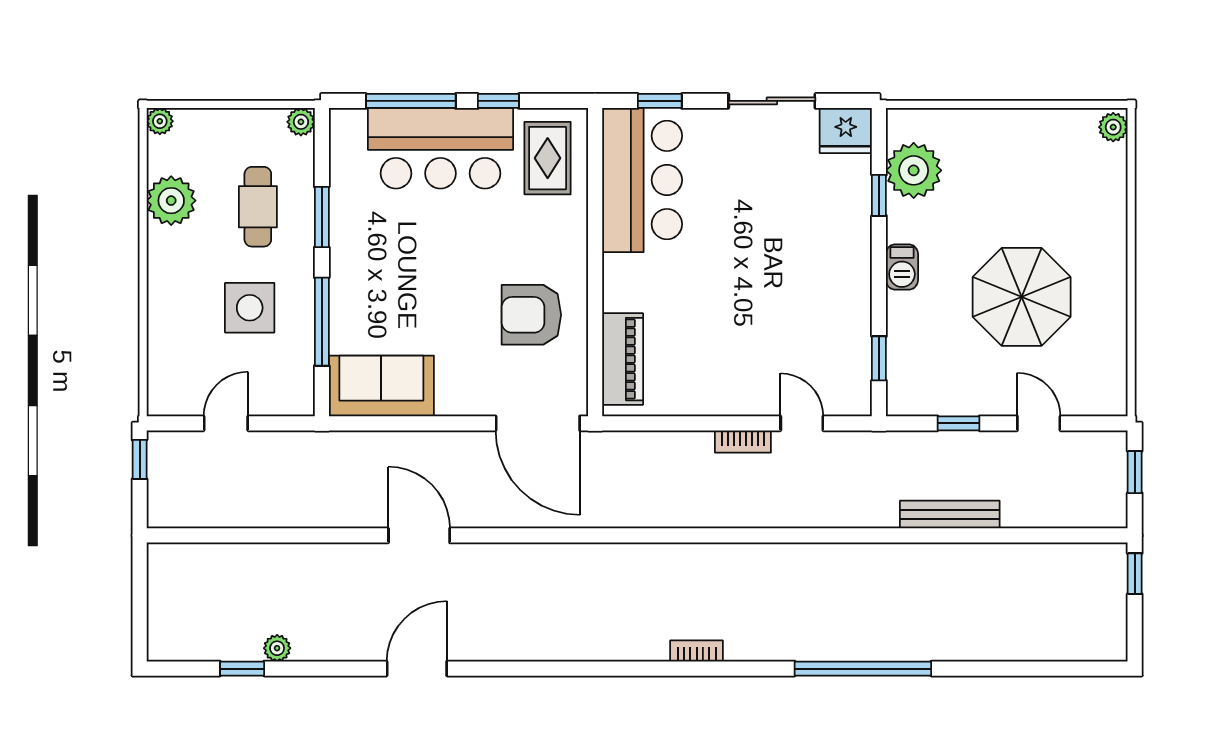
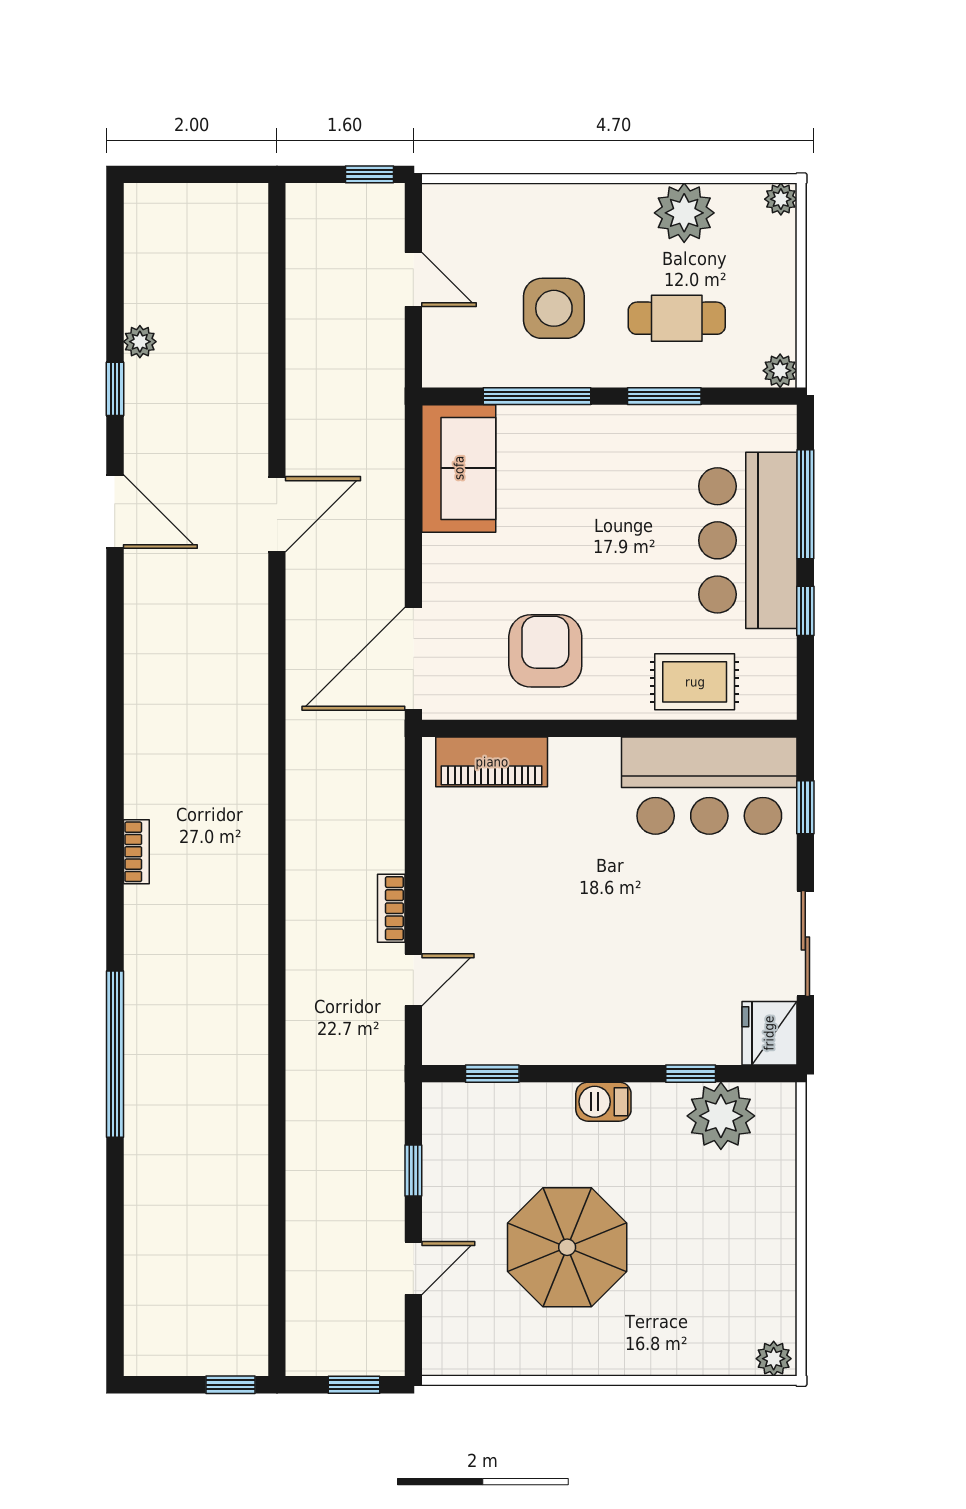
rug: (548, 158) -> (695, 682), moved
bench: (950, 515) -> (302, 1160), removed
window: (242, 669) -> (115, 389), moved

